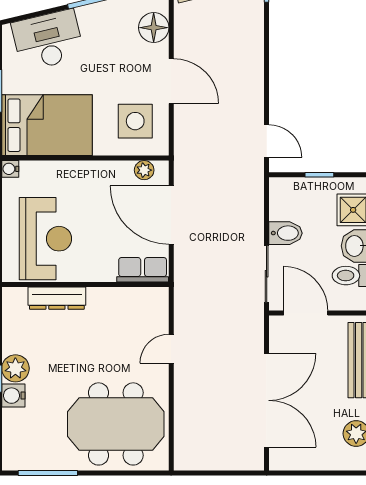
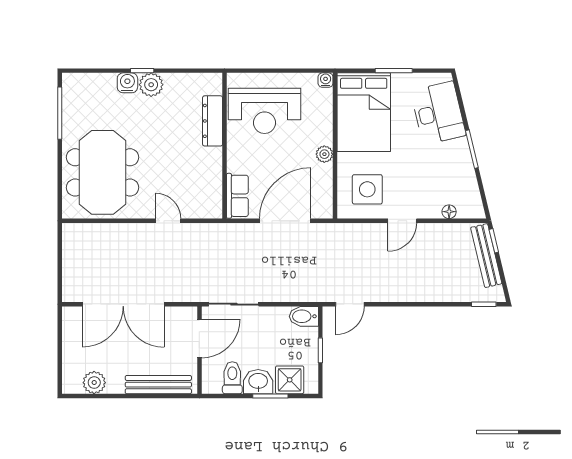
floor lamp: (154, 28) -> (449, 212), width x0.53, depth x0.53
door: (171, 81) -> (402, 221), width x0.73
plant: (144, 170) -> (324, 154), moved
bidet: (286, 233) -> (304, 316), moved, turned 90

